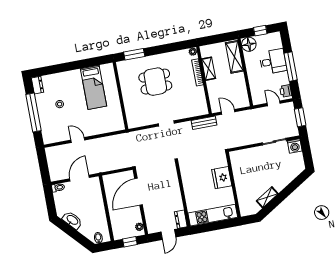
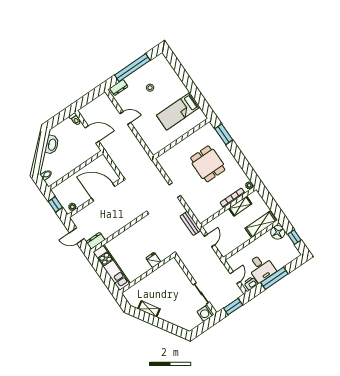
desk: (273, 62) -> (261, 268), moved
dresser: (37, 85) -> (119, 87), moved
door: (78, 140) -> (125, 118), hinge flipped
fridge: (222, 178) -> (153, 260), width x0.53, depth x0.75

